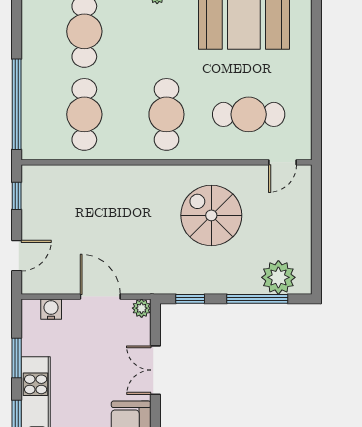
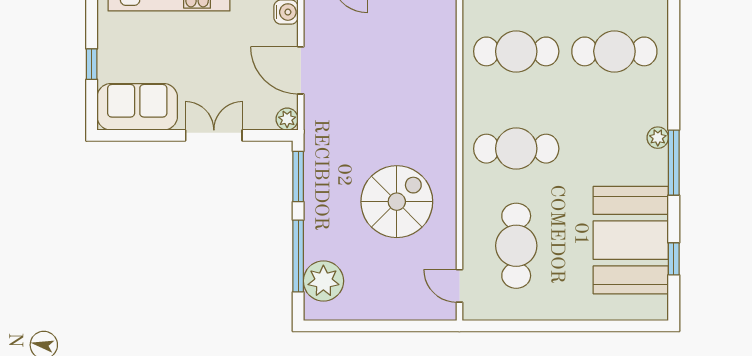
door: (100, 297) -> (301, 70), swing flipped
window: (190, 299) -> (298, 177), width x1.50

